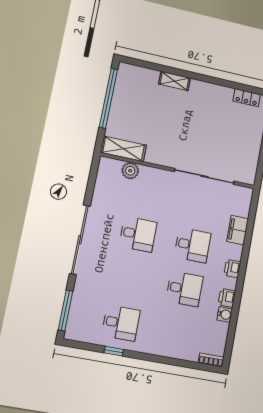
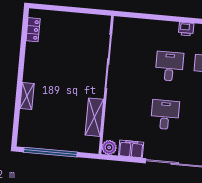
shelving: (124, 149) -> (94, 117), moved
plant: (130, 171) -> (109, 147), moved
filing cabinet: (238, 230) -> (131, 149), moved, turned 180

